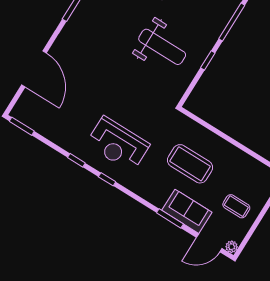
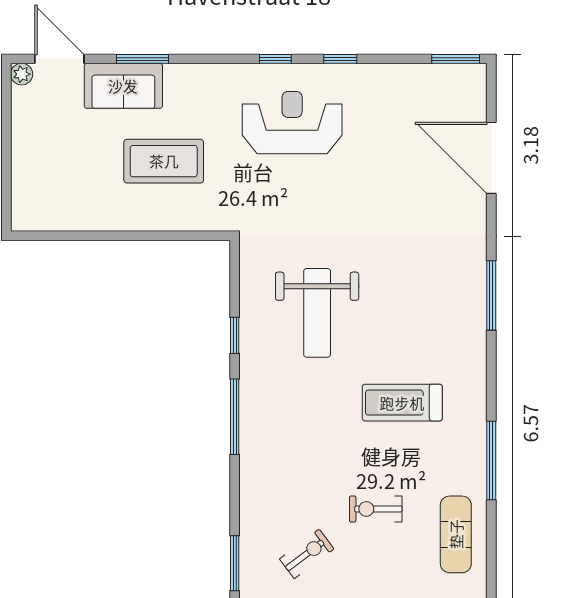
weight bench: (162, 47) -> (317, 313), turned -90
coffee table: (236, 206) -> (53, 140), removed
door: (209, 243) -> (59, 59), hinge flipped

